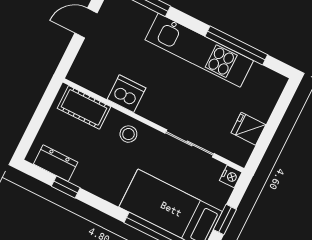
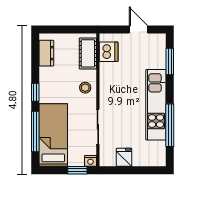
dishwasher: (127, 94) -> (109, 52), moved
window: (66, 187) -> (35, 92), moved
window: (225, 219) -> (77, 170), moved

